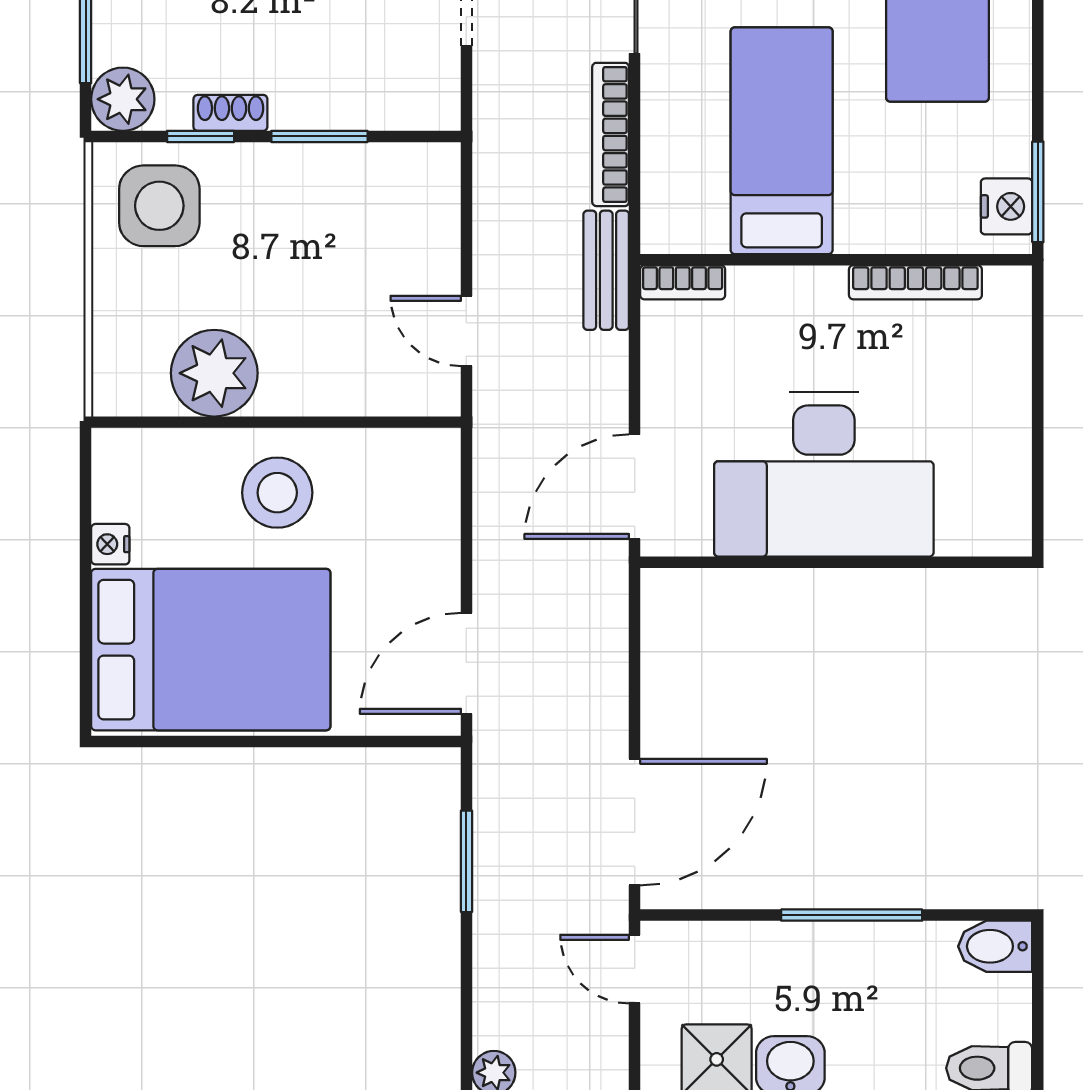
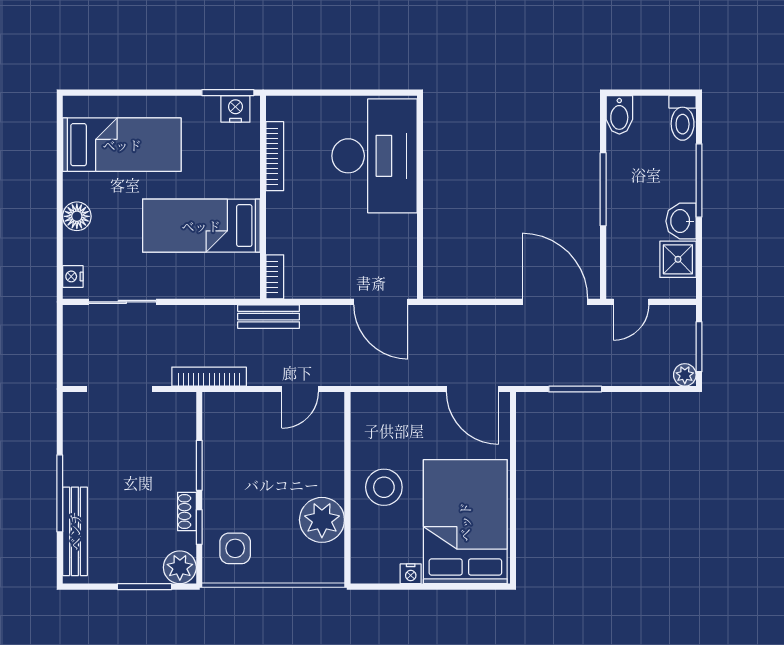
bookcase: (611, 134) -> (209, 377), moved, turned 180
side table: (159, 206) -> (235, 548), width x0.73, depth x0.73
desk: (824, 474) -> (374, 156), moved

